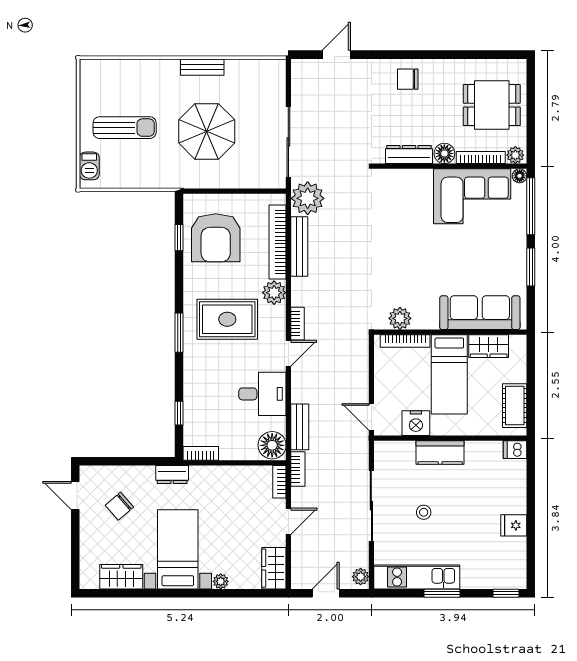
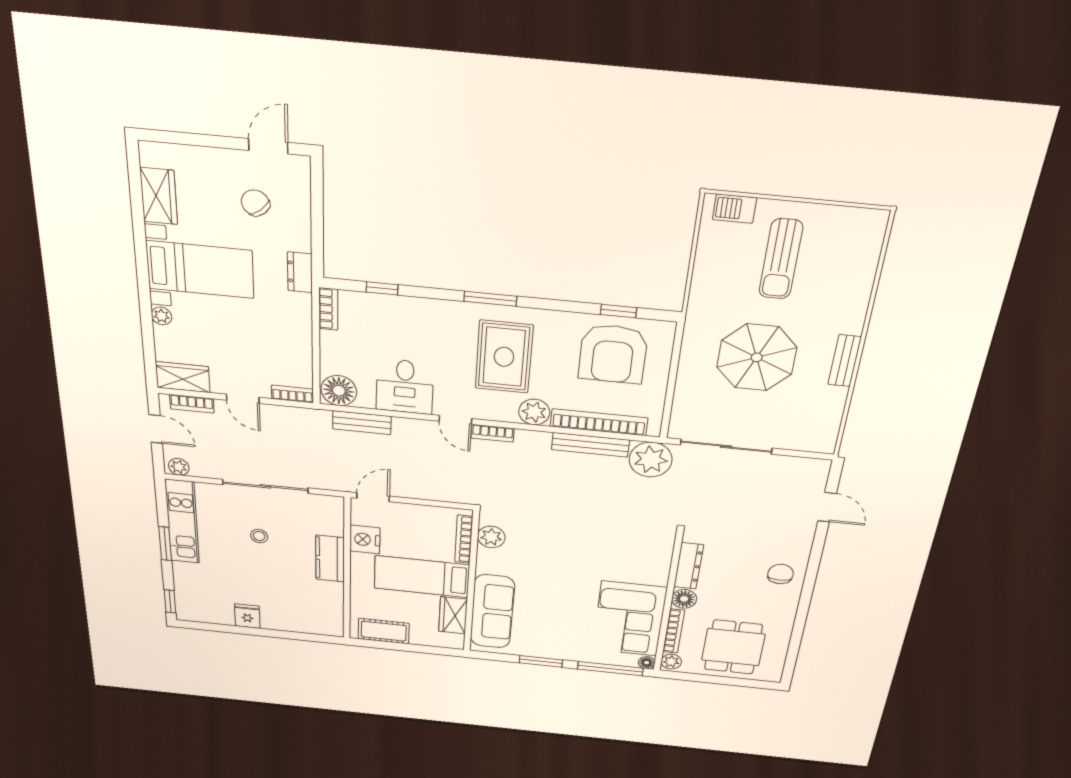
armchair: (216, 238) -> (613, 354), turned -90
dishwasher: (515, 450) -> (334, 626), removed
bookcase: (298, 469) -> (192, 404), moved

